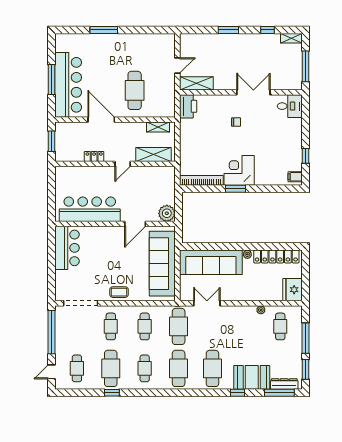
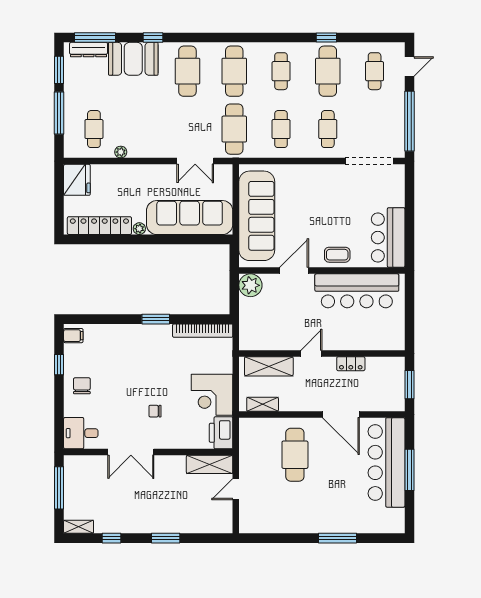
chair: (289, 140) -> (82, 386), added
corner desk: (239, 170) -> (212, 395), moved, turned 90
coffee table: (119, 292) -> (337, 255), moved

